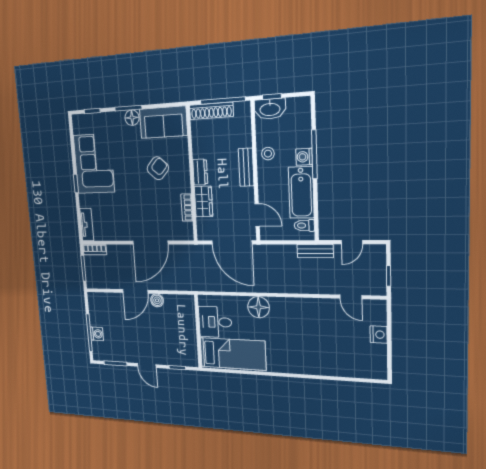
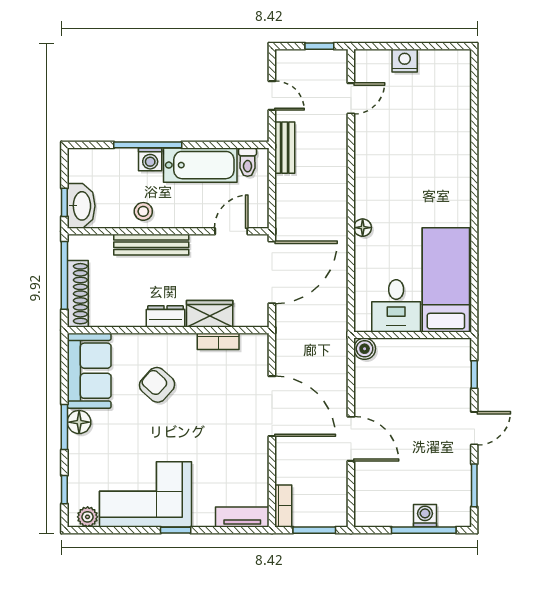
plant: (78, 127) -> (88, 517), added
bench: (246, 167) -> (151, 245), width x1.36
boiler: (157, 300) -> (365, 349), moved
floor lamp: (259, 307) -> (363, 228), width x0.53, depth x0.53

